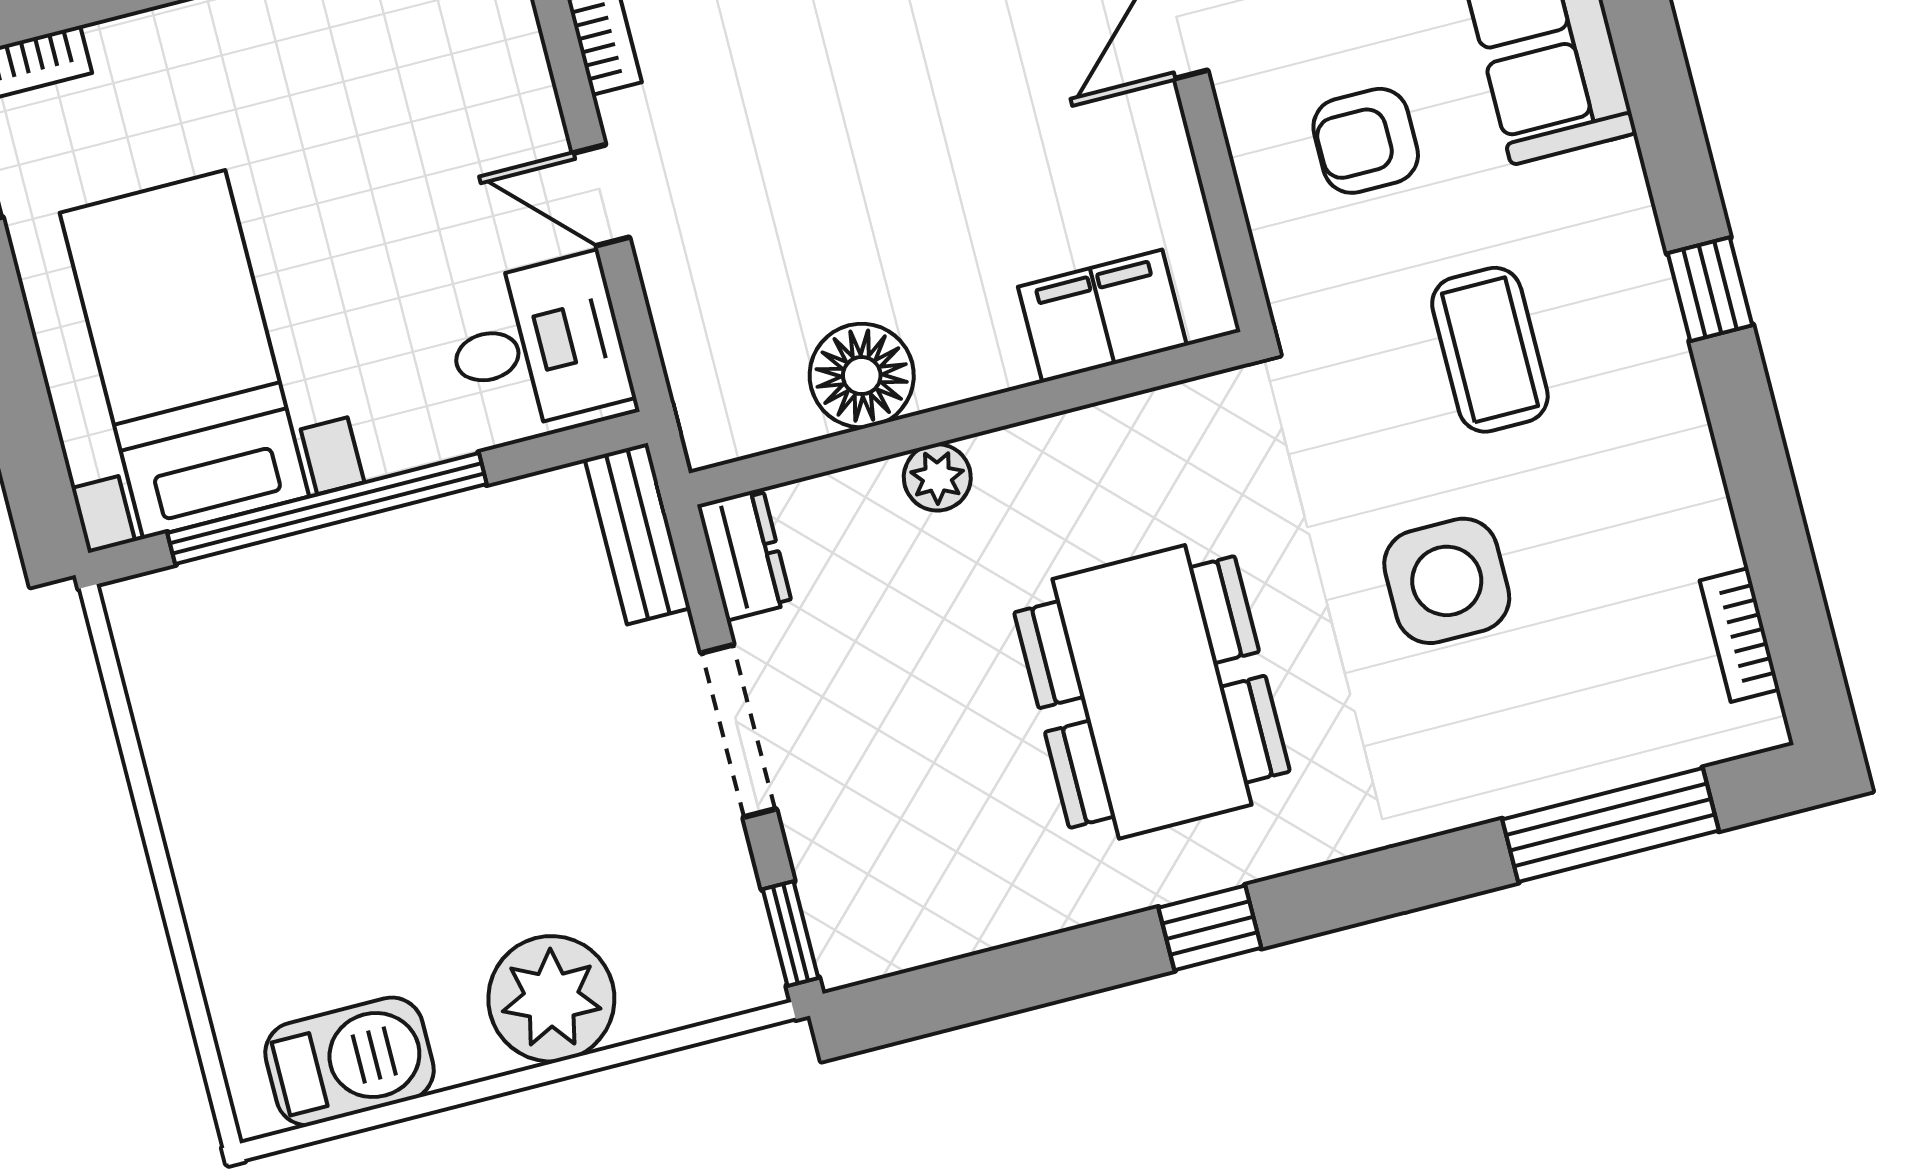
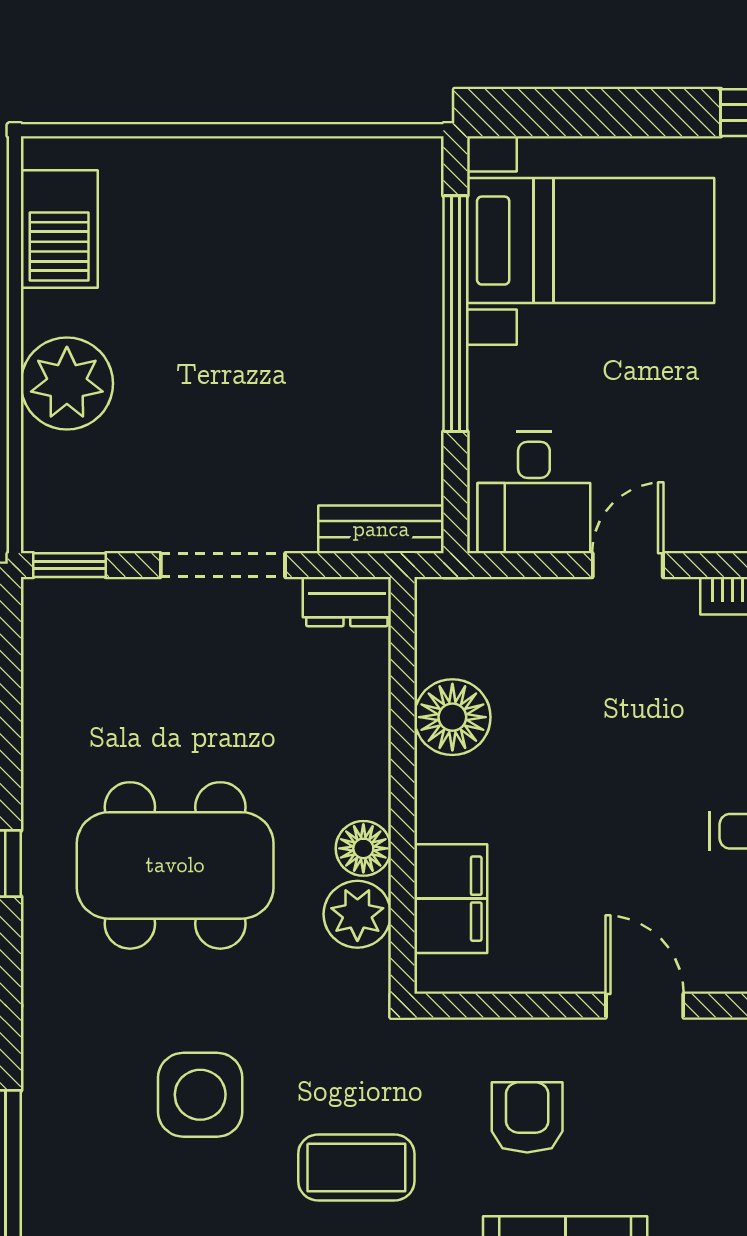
floor lamp: (1066, 449) -> (363, 848), added
plant: (937, 477) -> (357, 914), moved, width x1.38, depth x1.38

